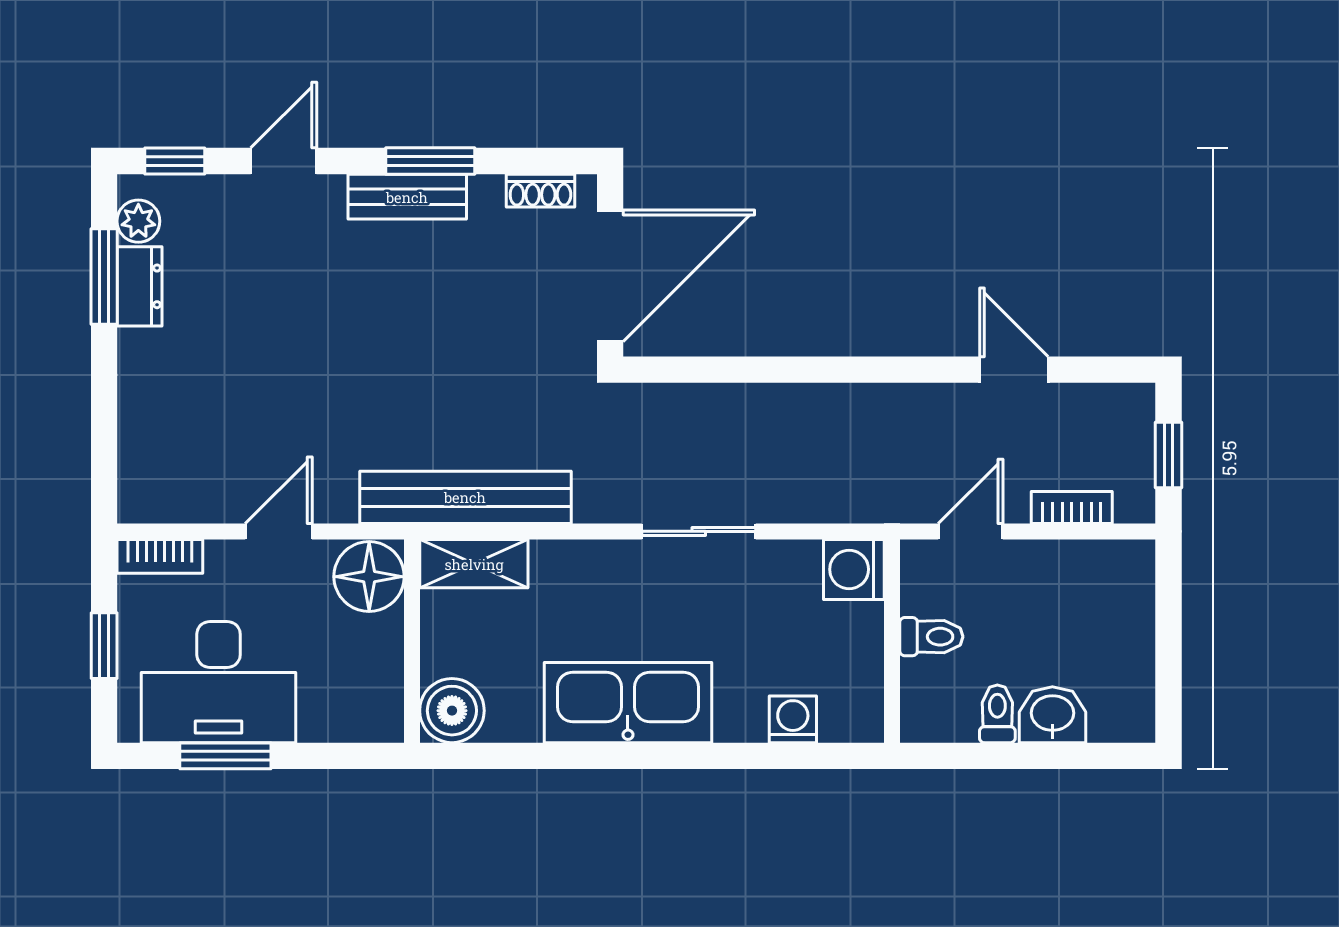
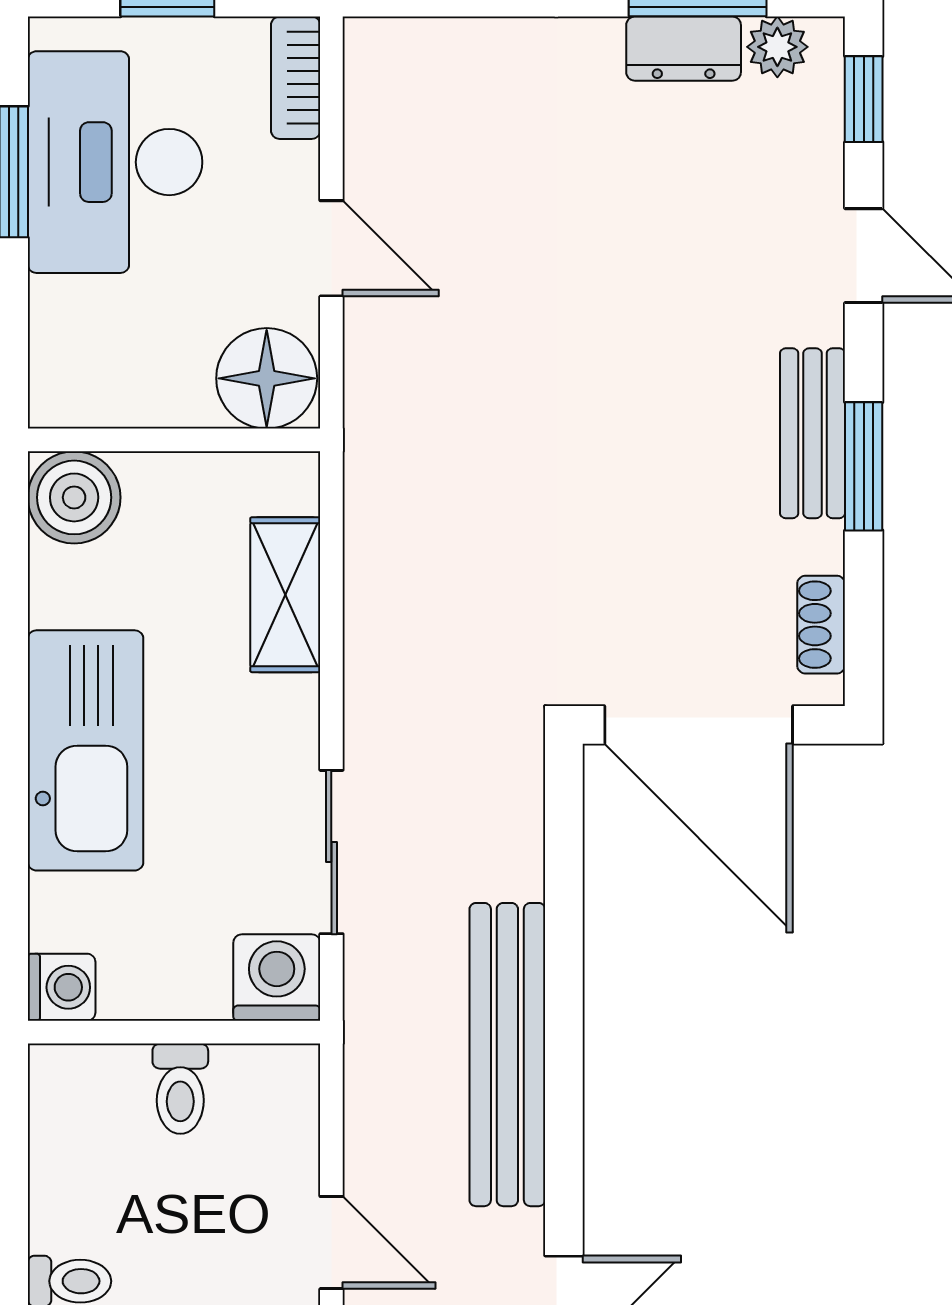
bench: (465, 497) -> (507, 1055), moved
shelving: (474, 564) -> (285, 595), moved
washing machine: (854, 569) -> (277, 978), moved
toilet: (931, 637) -> (180, 1089), moved
wall: (892, 641) -> (174, 1032), moved

